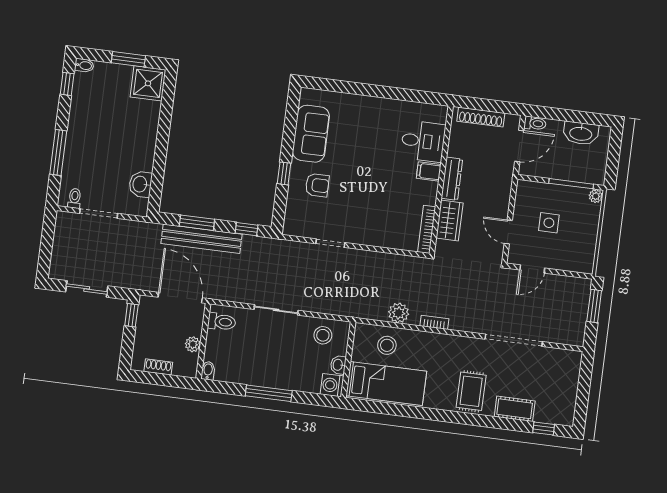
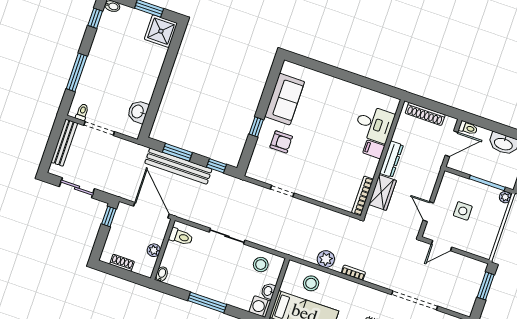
bench: (61, 239) -> (64, 143), added

